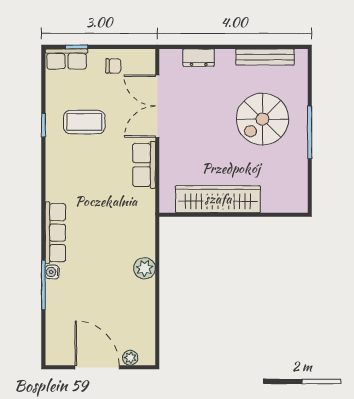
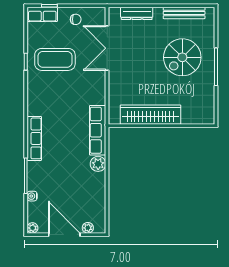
dresser: (199, 58) -> (137, 13), width x1.44
coffee table: (84, 122) -> (55, 59), width x1.36, depth x1.32
row of seats: (144, 165) -> (98, 130), moved, width x1.48
water cooler: (52, 272) -> (32, 196), moved
plant: (53, 358) -> (32, 228), added

